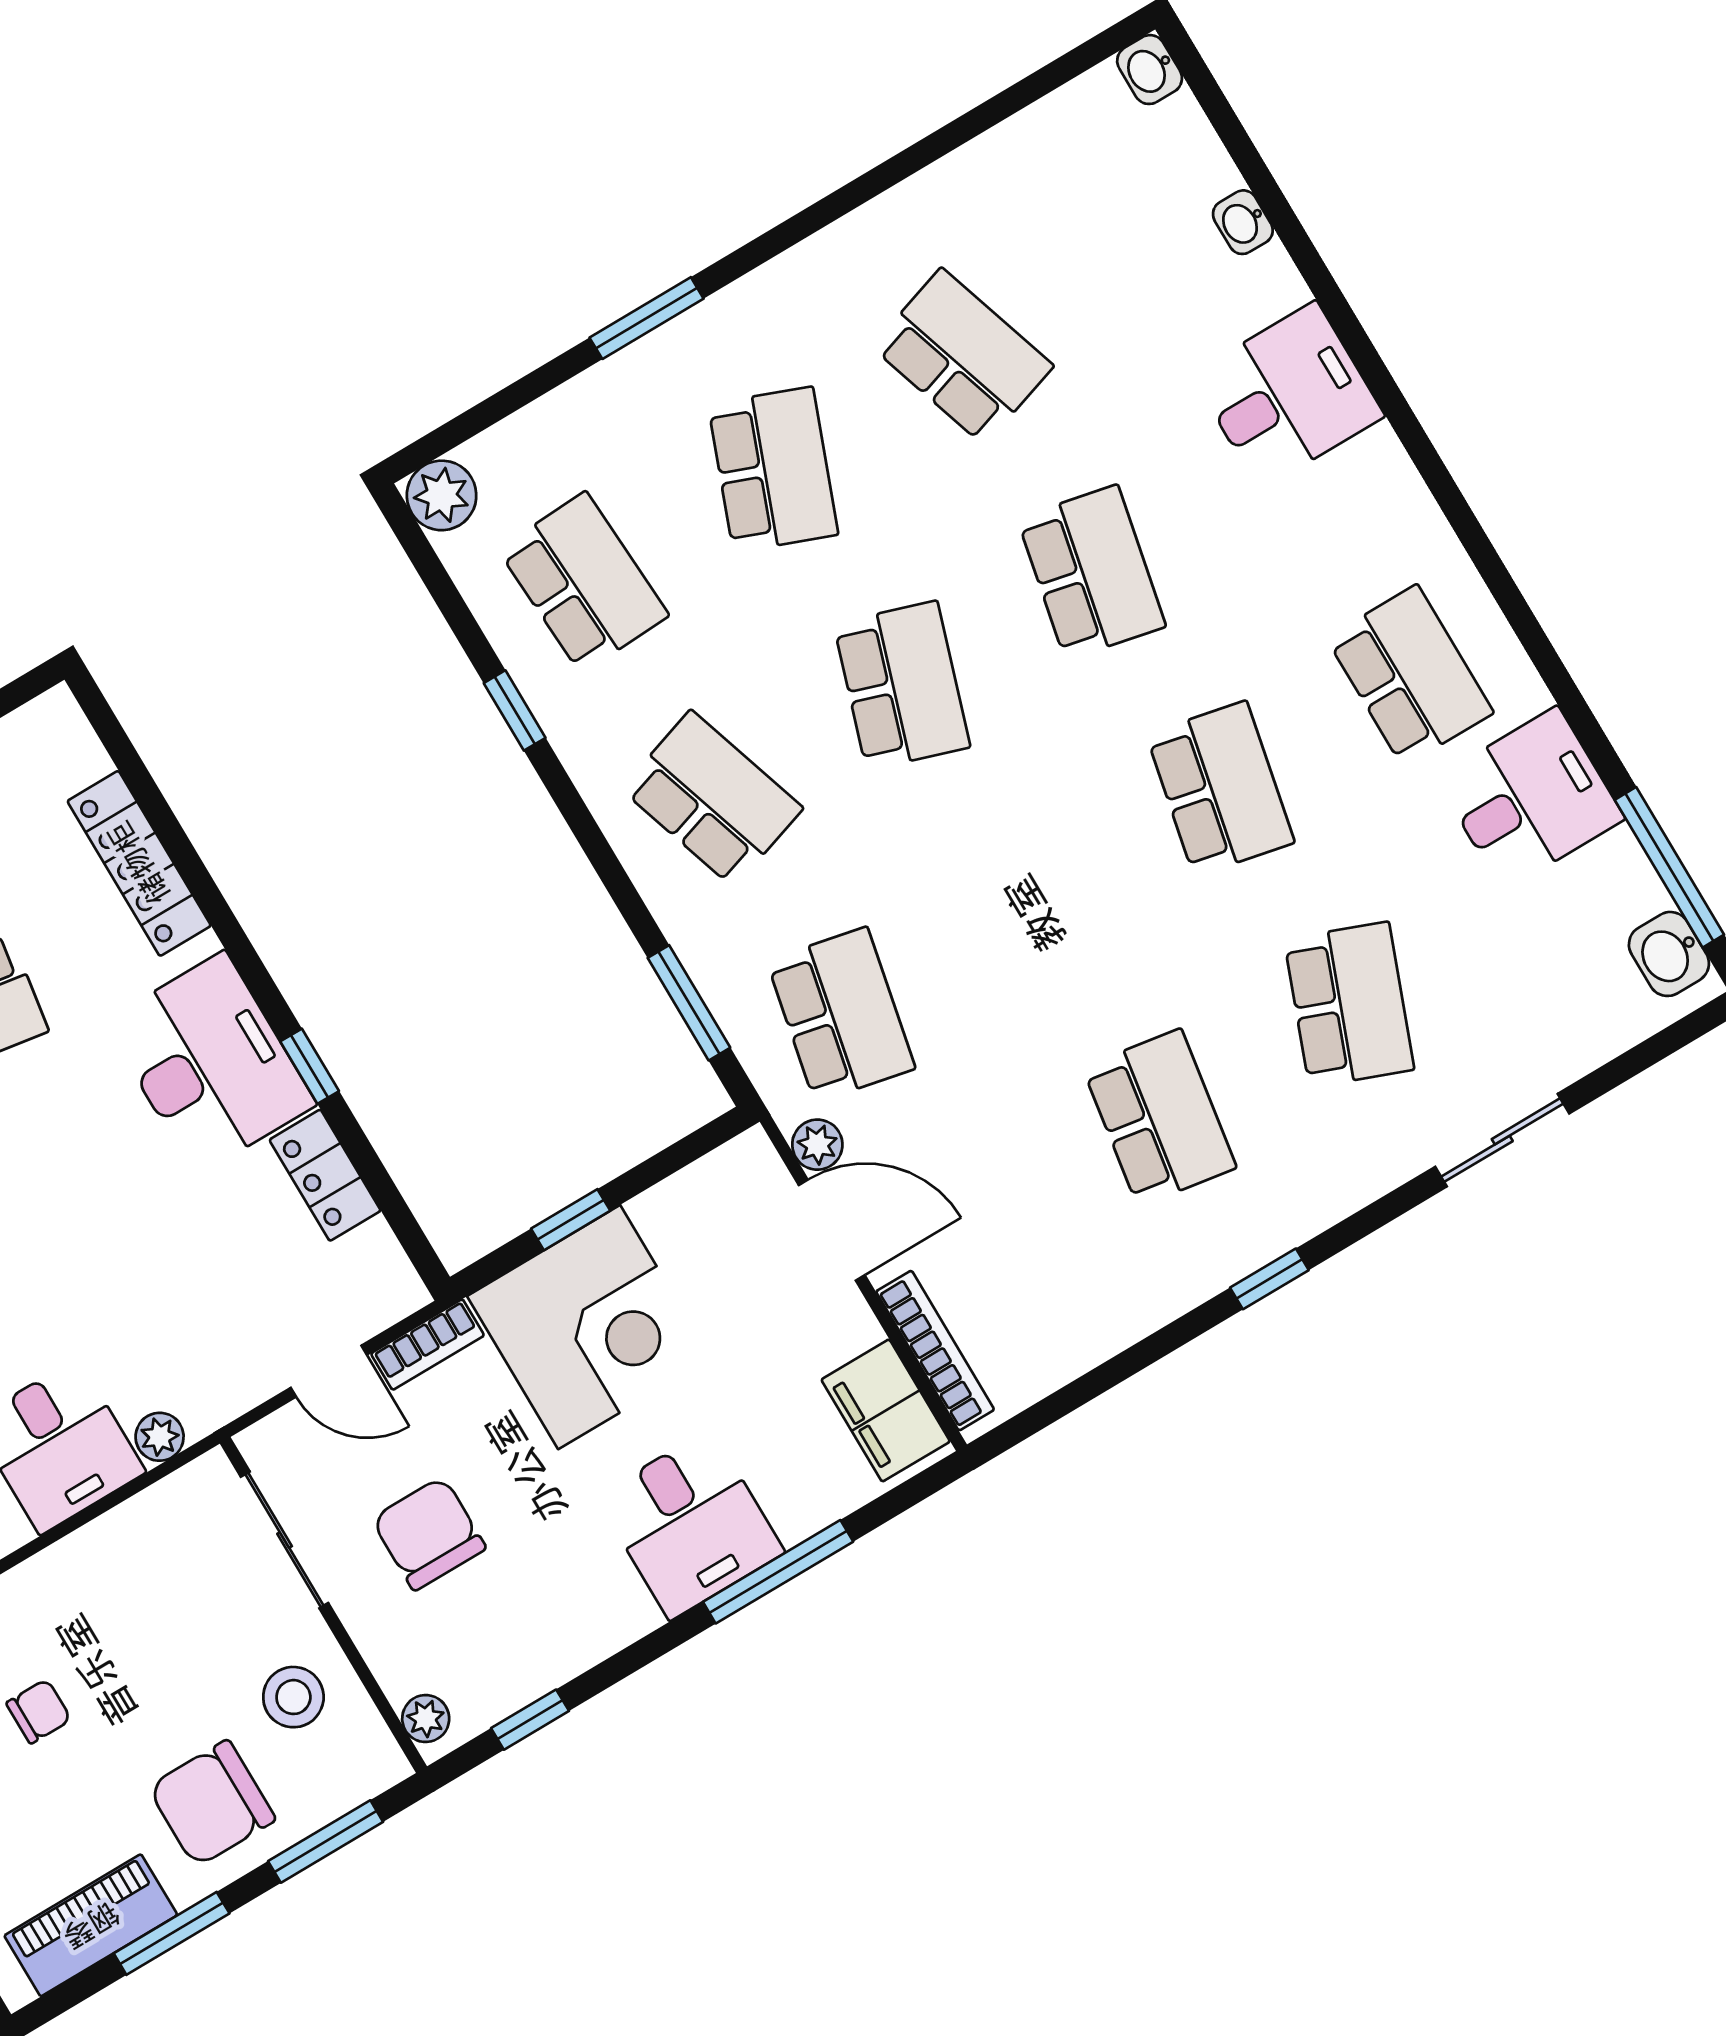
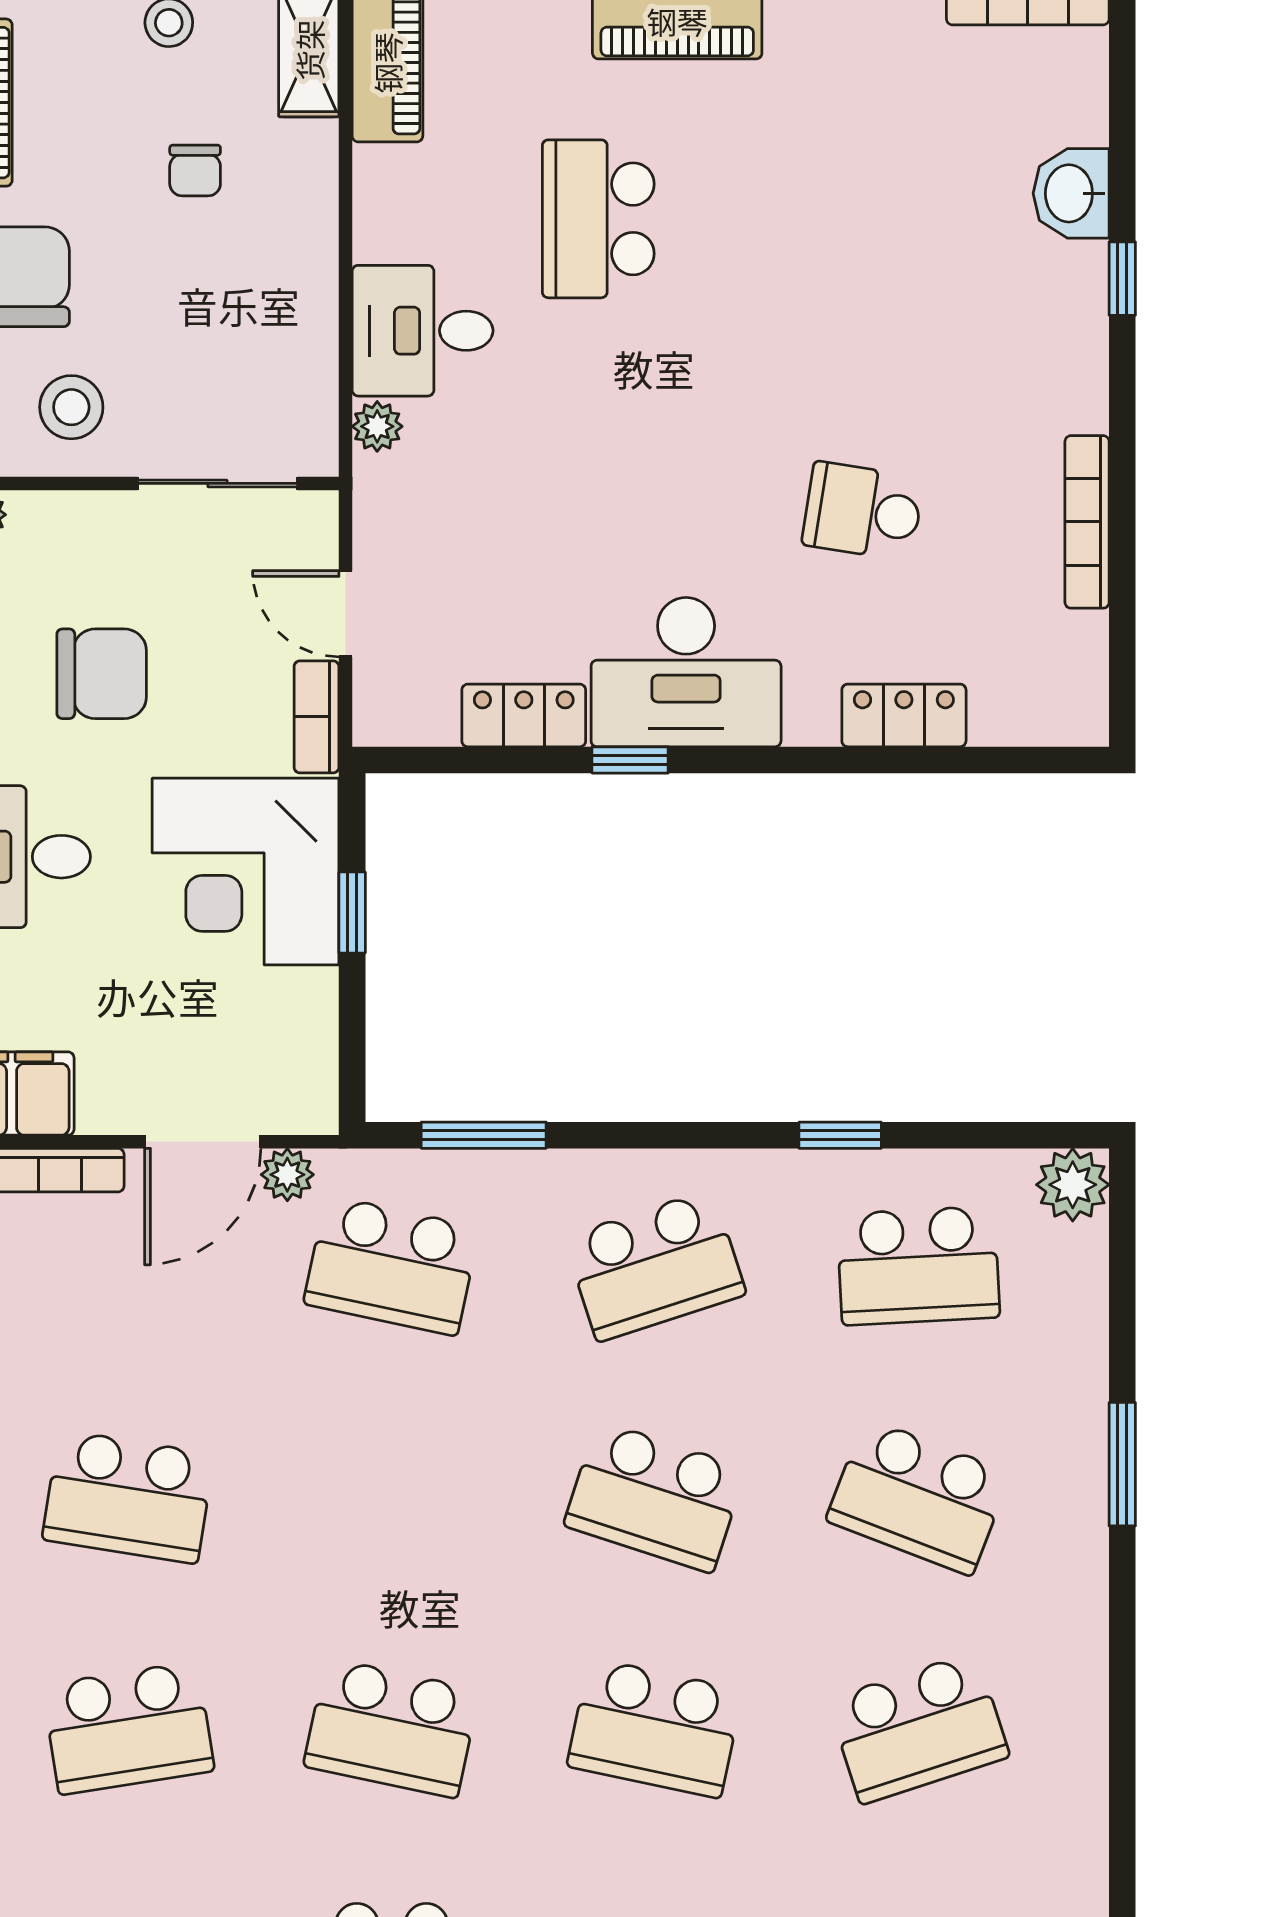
locker: (139, 863) -> (904, 715), width x0.66
school desk: (1349, 1005) -> (128, 1728), turned -30
door: (329, 1371) -> (346, 614), hinge flipped
chair: (429, 1534) -> (102, 674), moved

